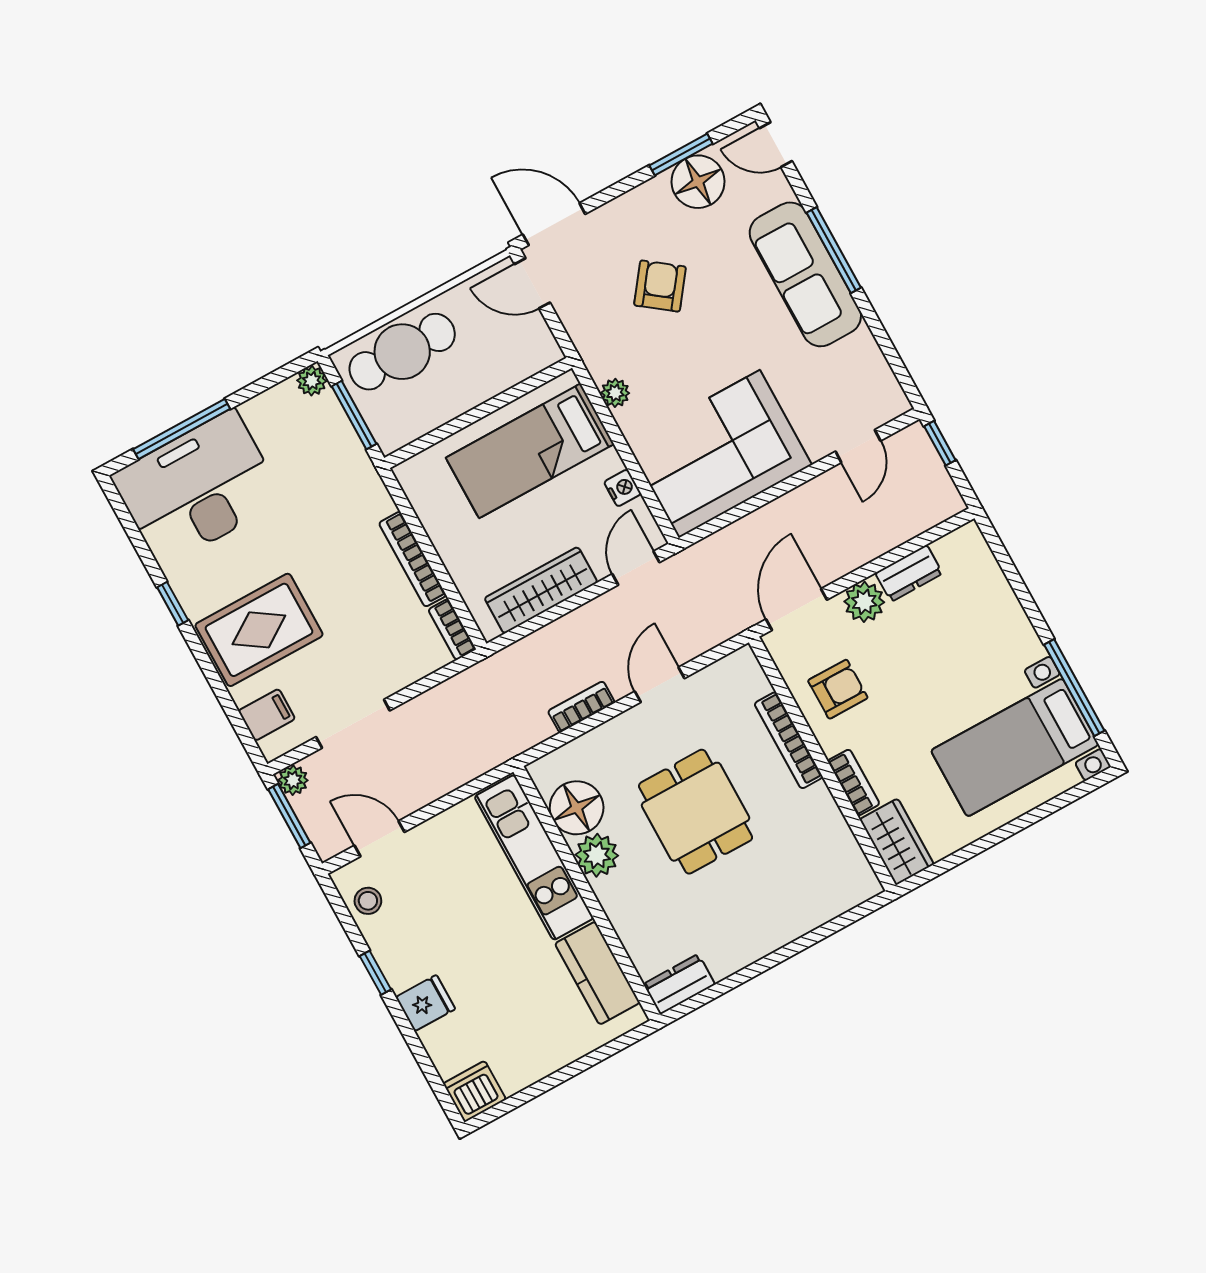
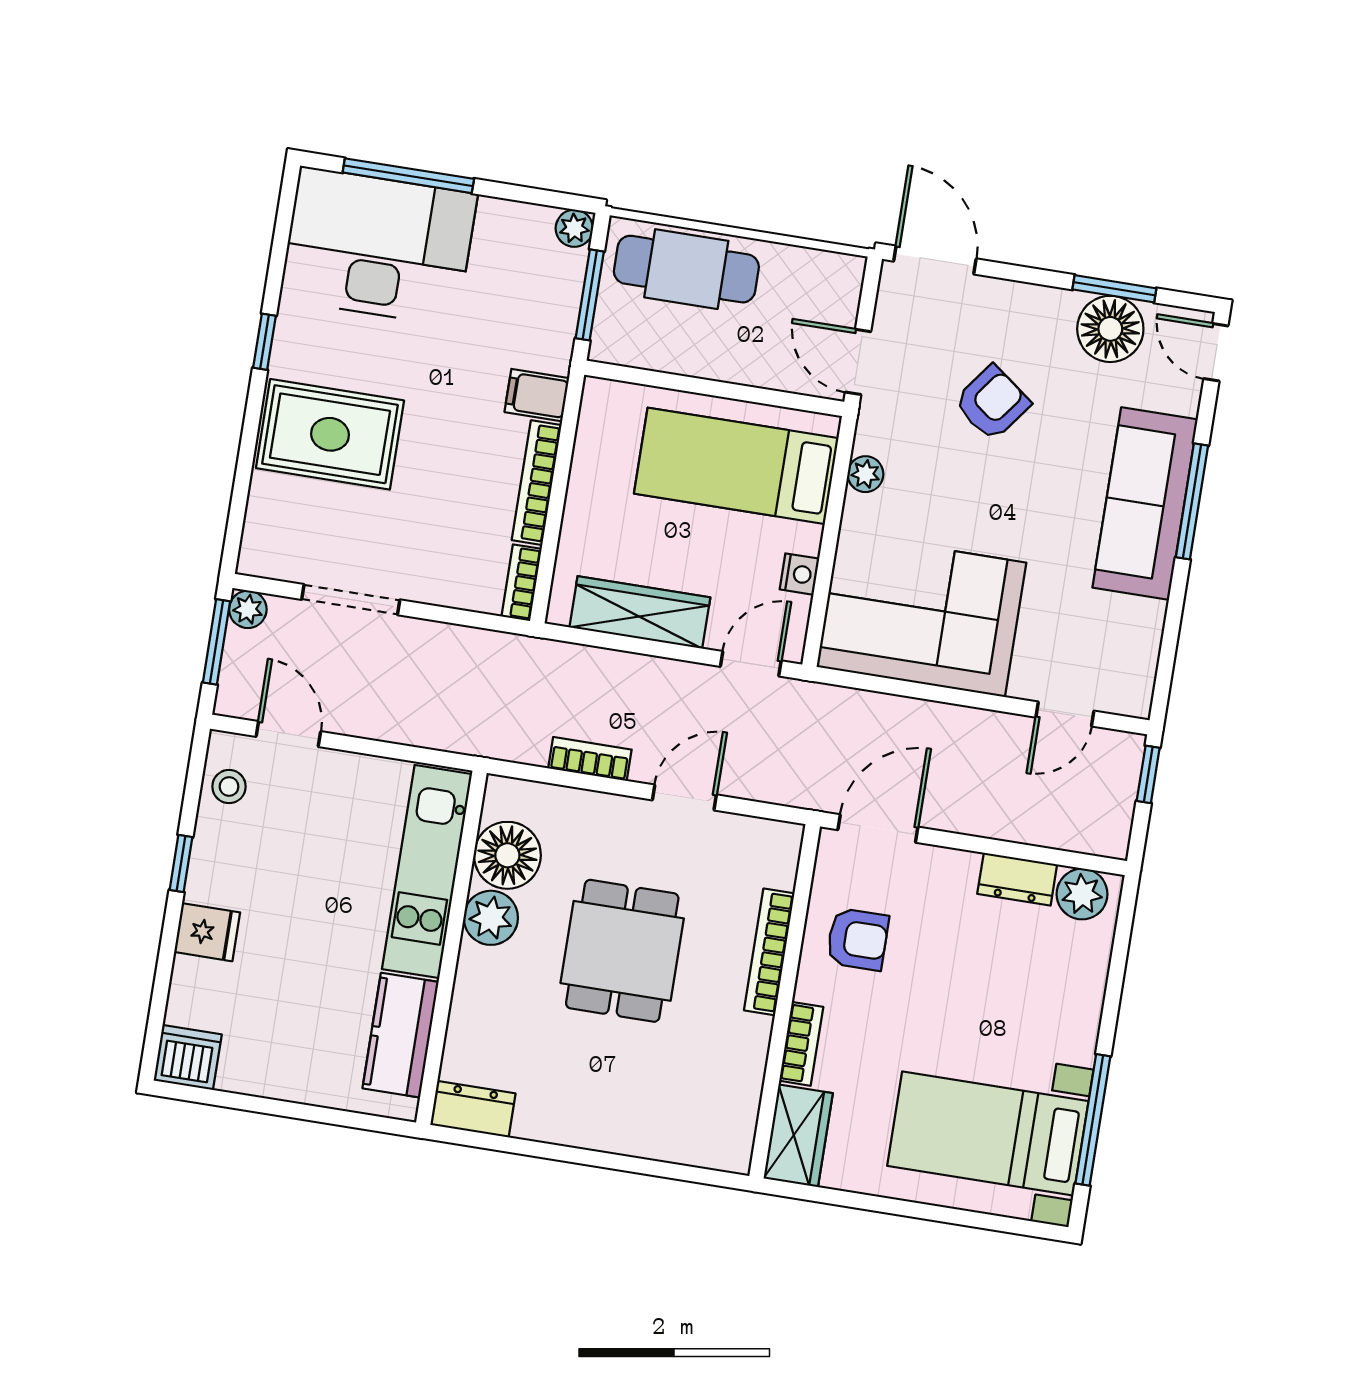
door: (532, 283) -> (858, 362), moved
plant: (864, 602) -> (1082, 894), moved
filing cabinet: (267, 715) -> (537, 395), moved, turned 180

